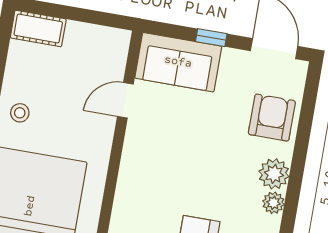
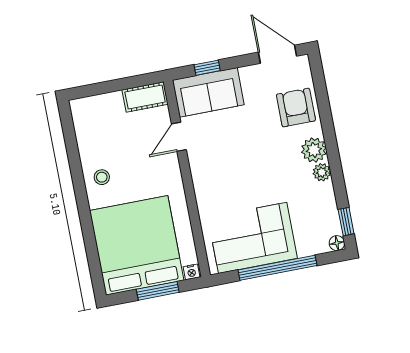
cot: (38, 28) -> (145, 97), moved
window: (211, 38) -> (207, 68), moved

